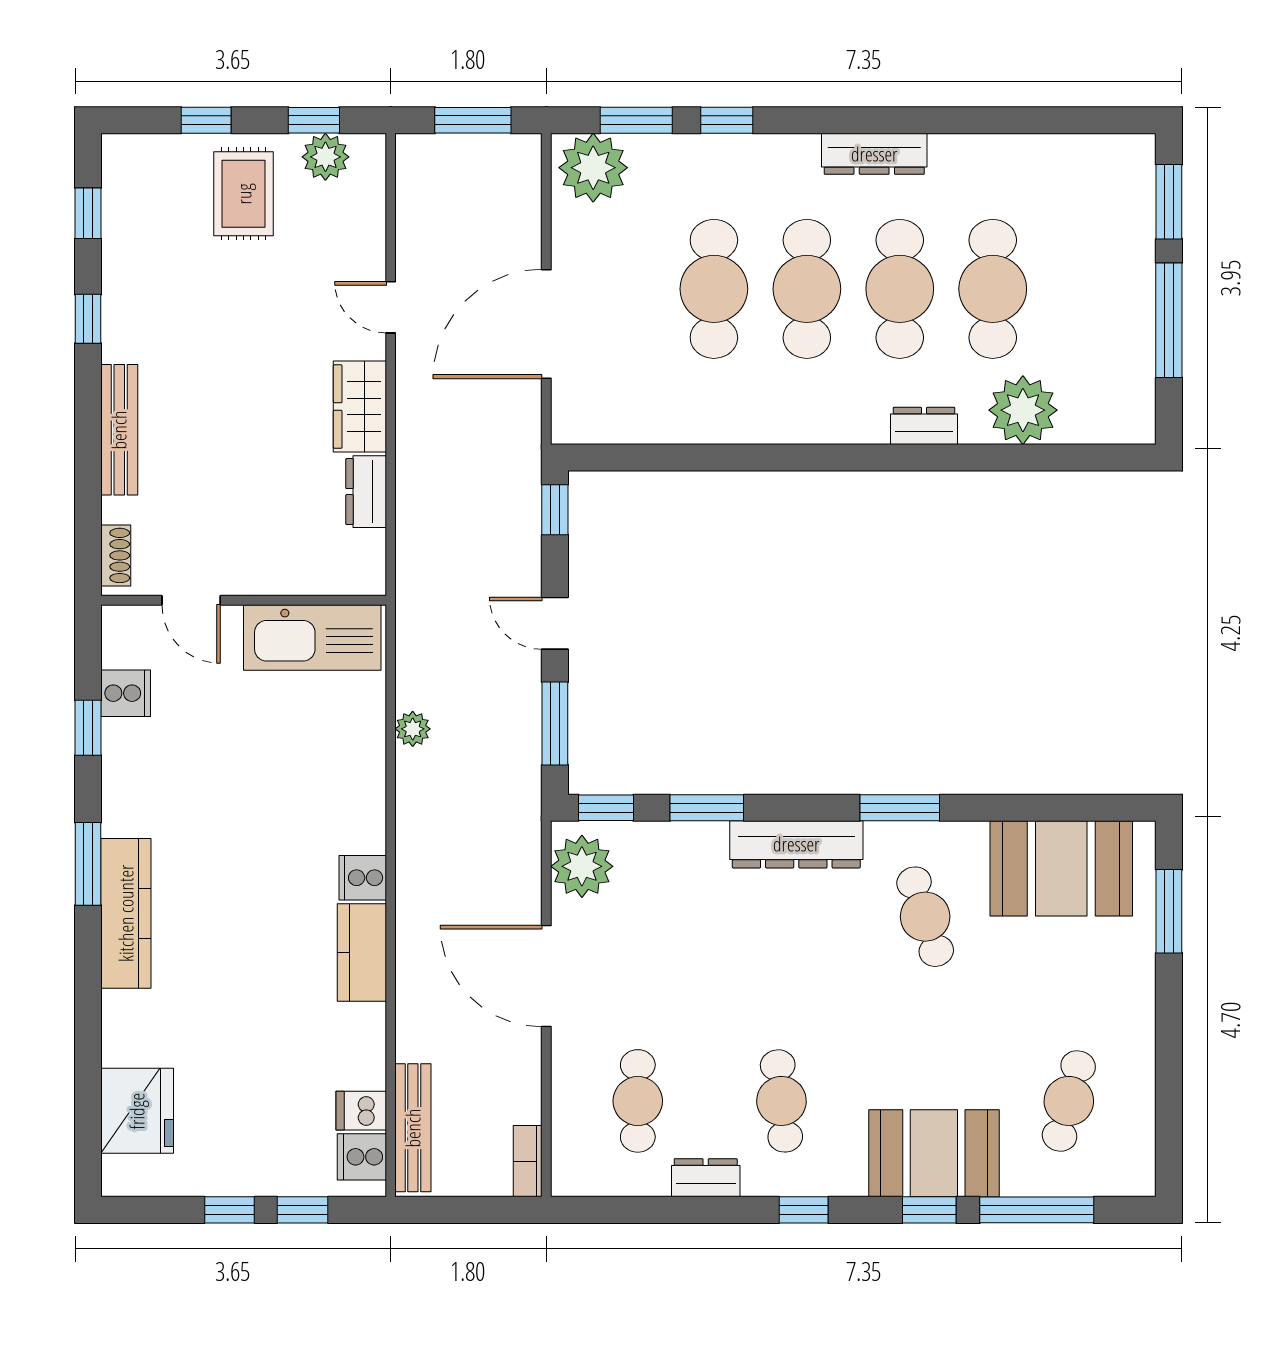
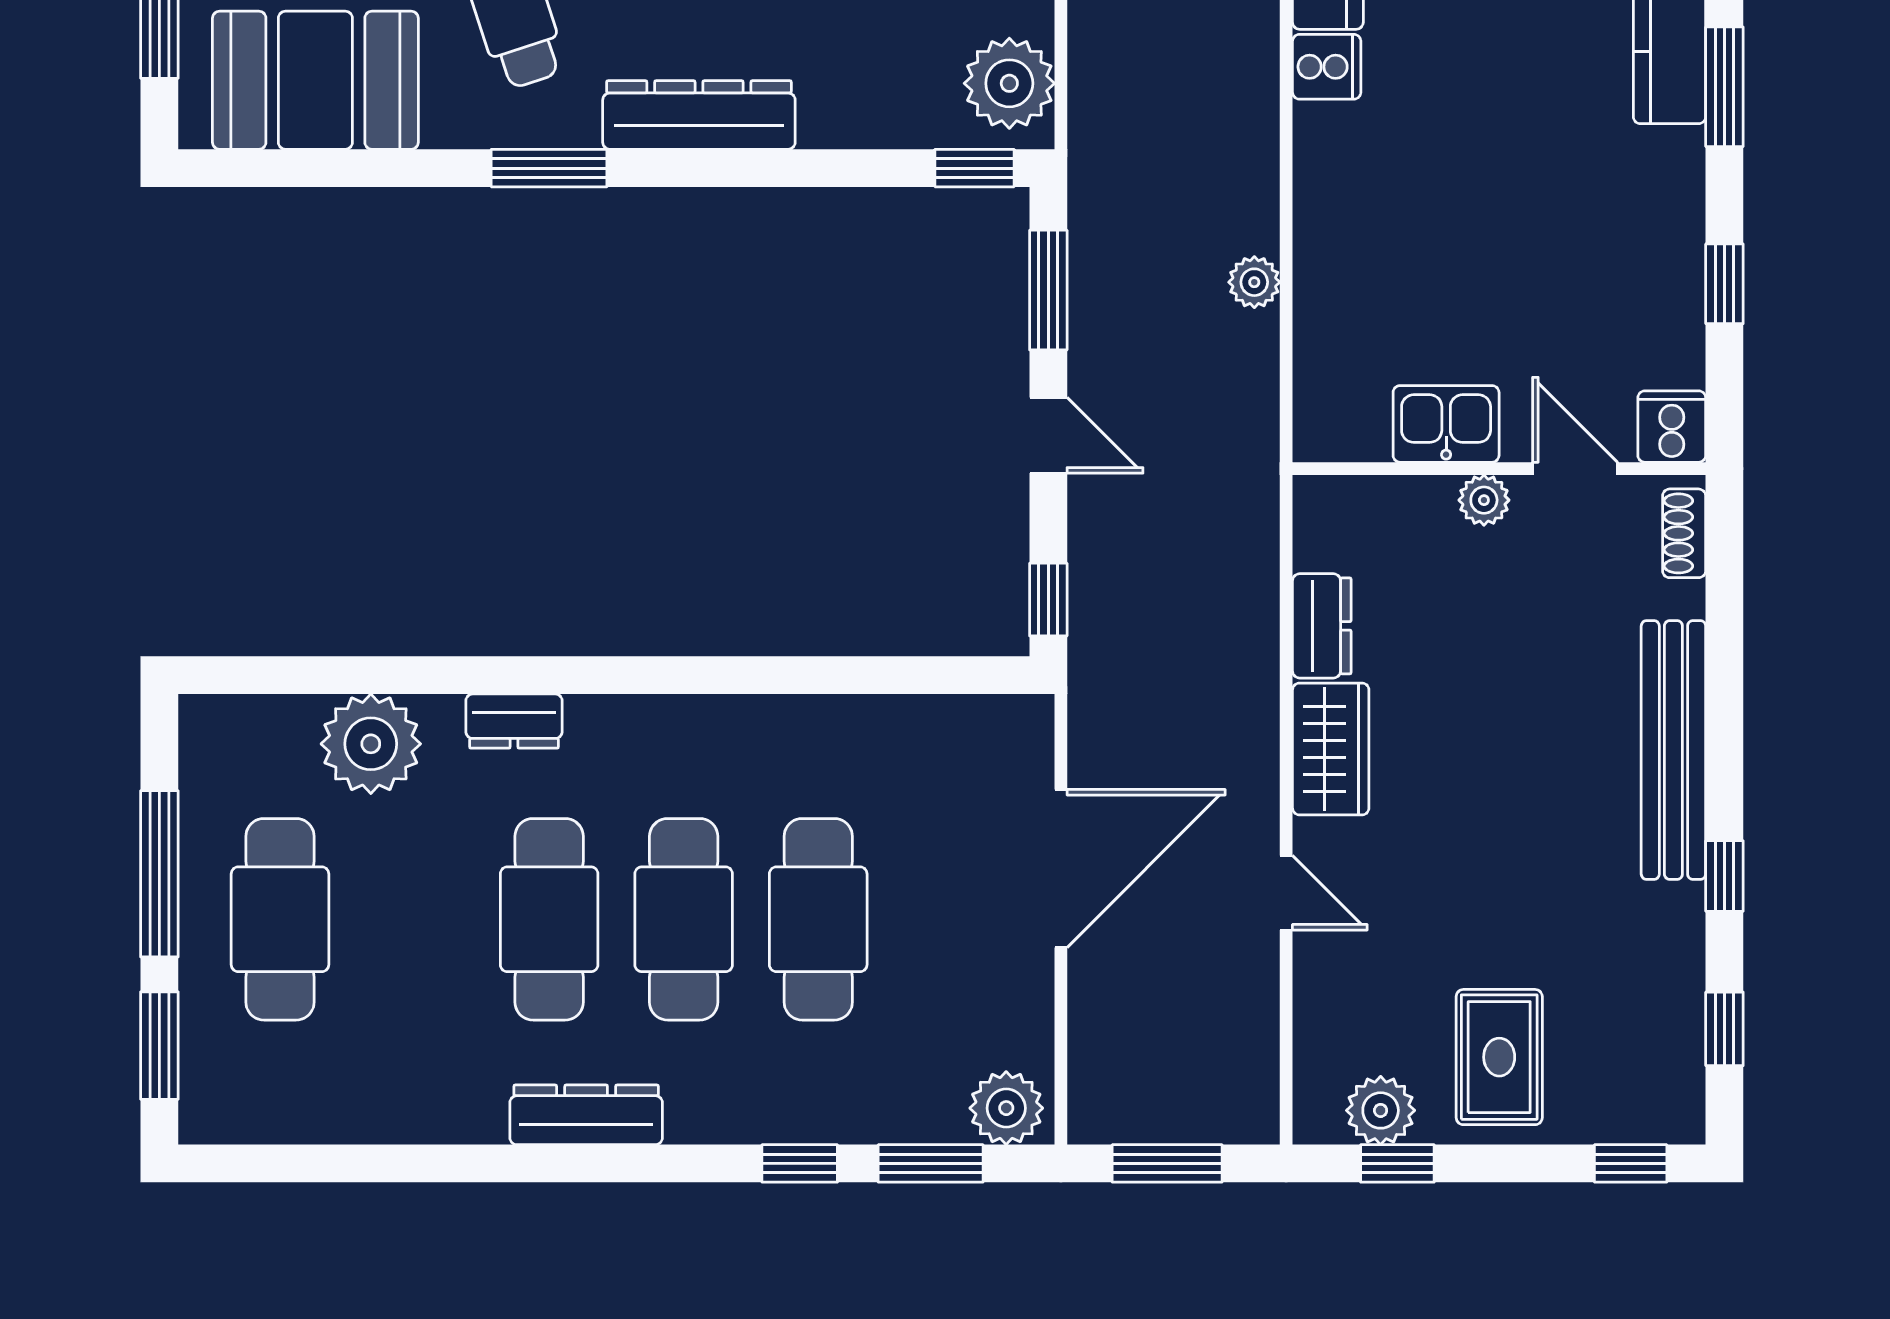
window: (206, 120) -> (1631, 1163), moved
plant: (593, 168) -> (1006, 1108), width x0.73, depth x0.73
cafe table: (993, 289) -> (280, 919), moved
bench: (119, 430) -> (1673, 750), width x1.37, depth x1.21
plant: (254, 578) -> (1484, 500), added
kitchen sink: (312, 637) -> (1446, 424), width x0.53, depth x0.81
cooker: (126, 693) -> (1672, 427), moved, turned 90
window: (707, 808) -> (828, 168), removed

